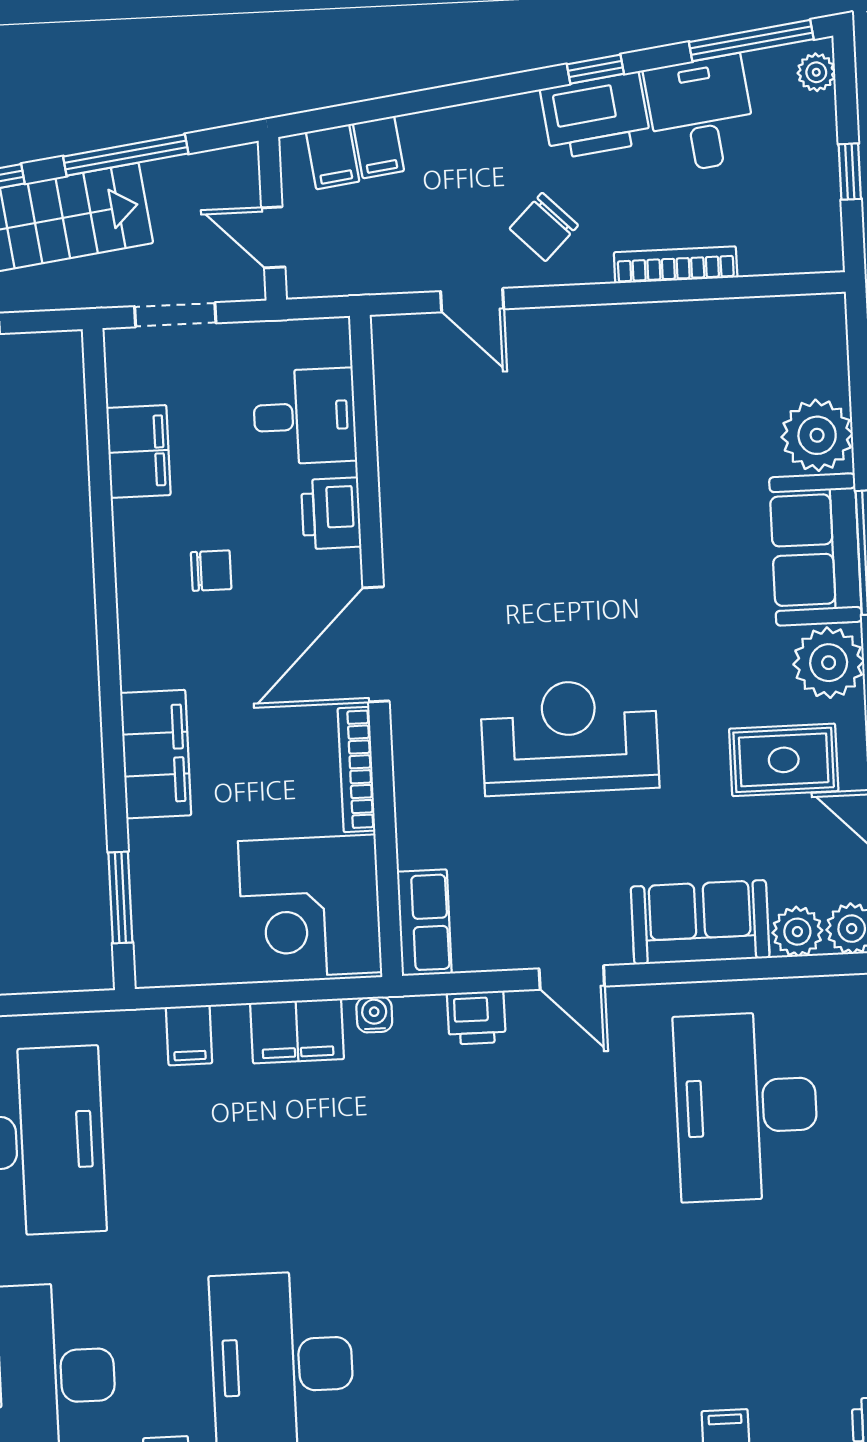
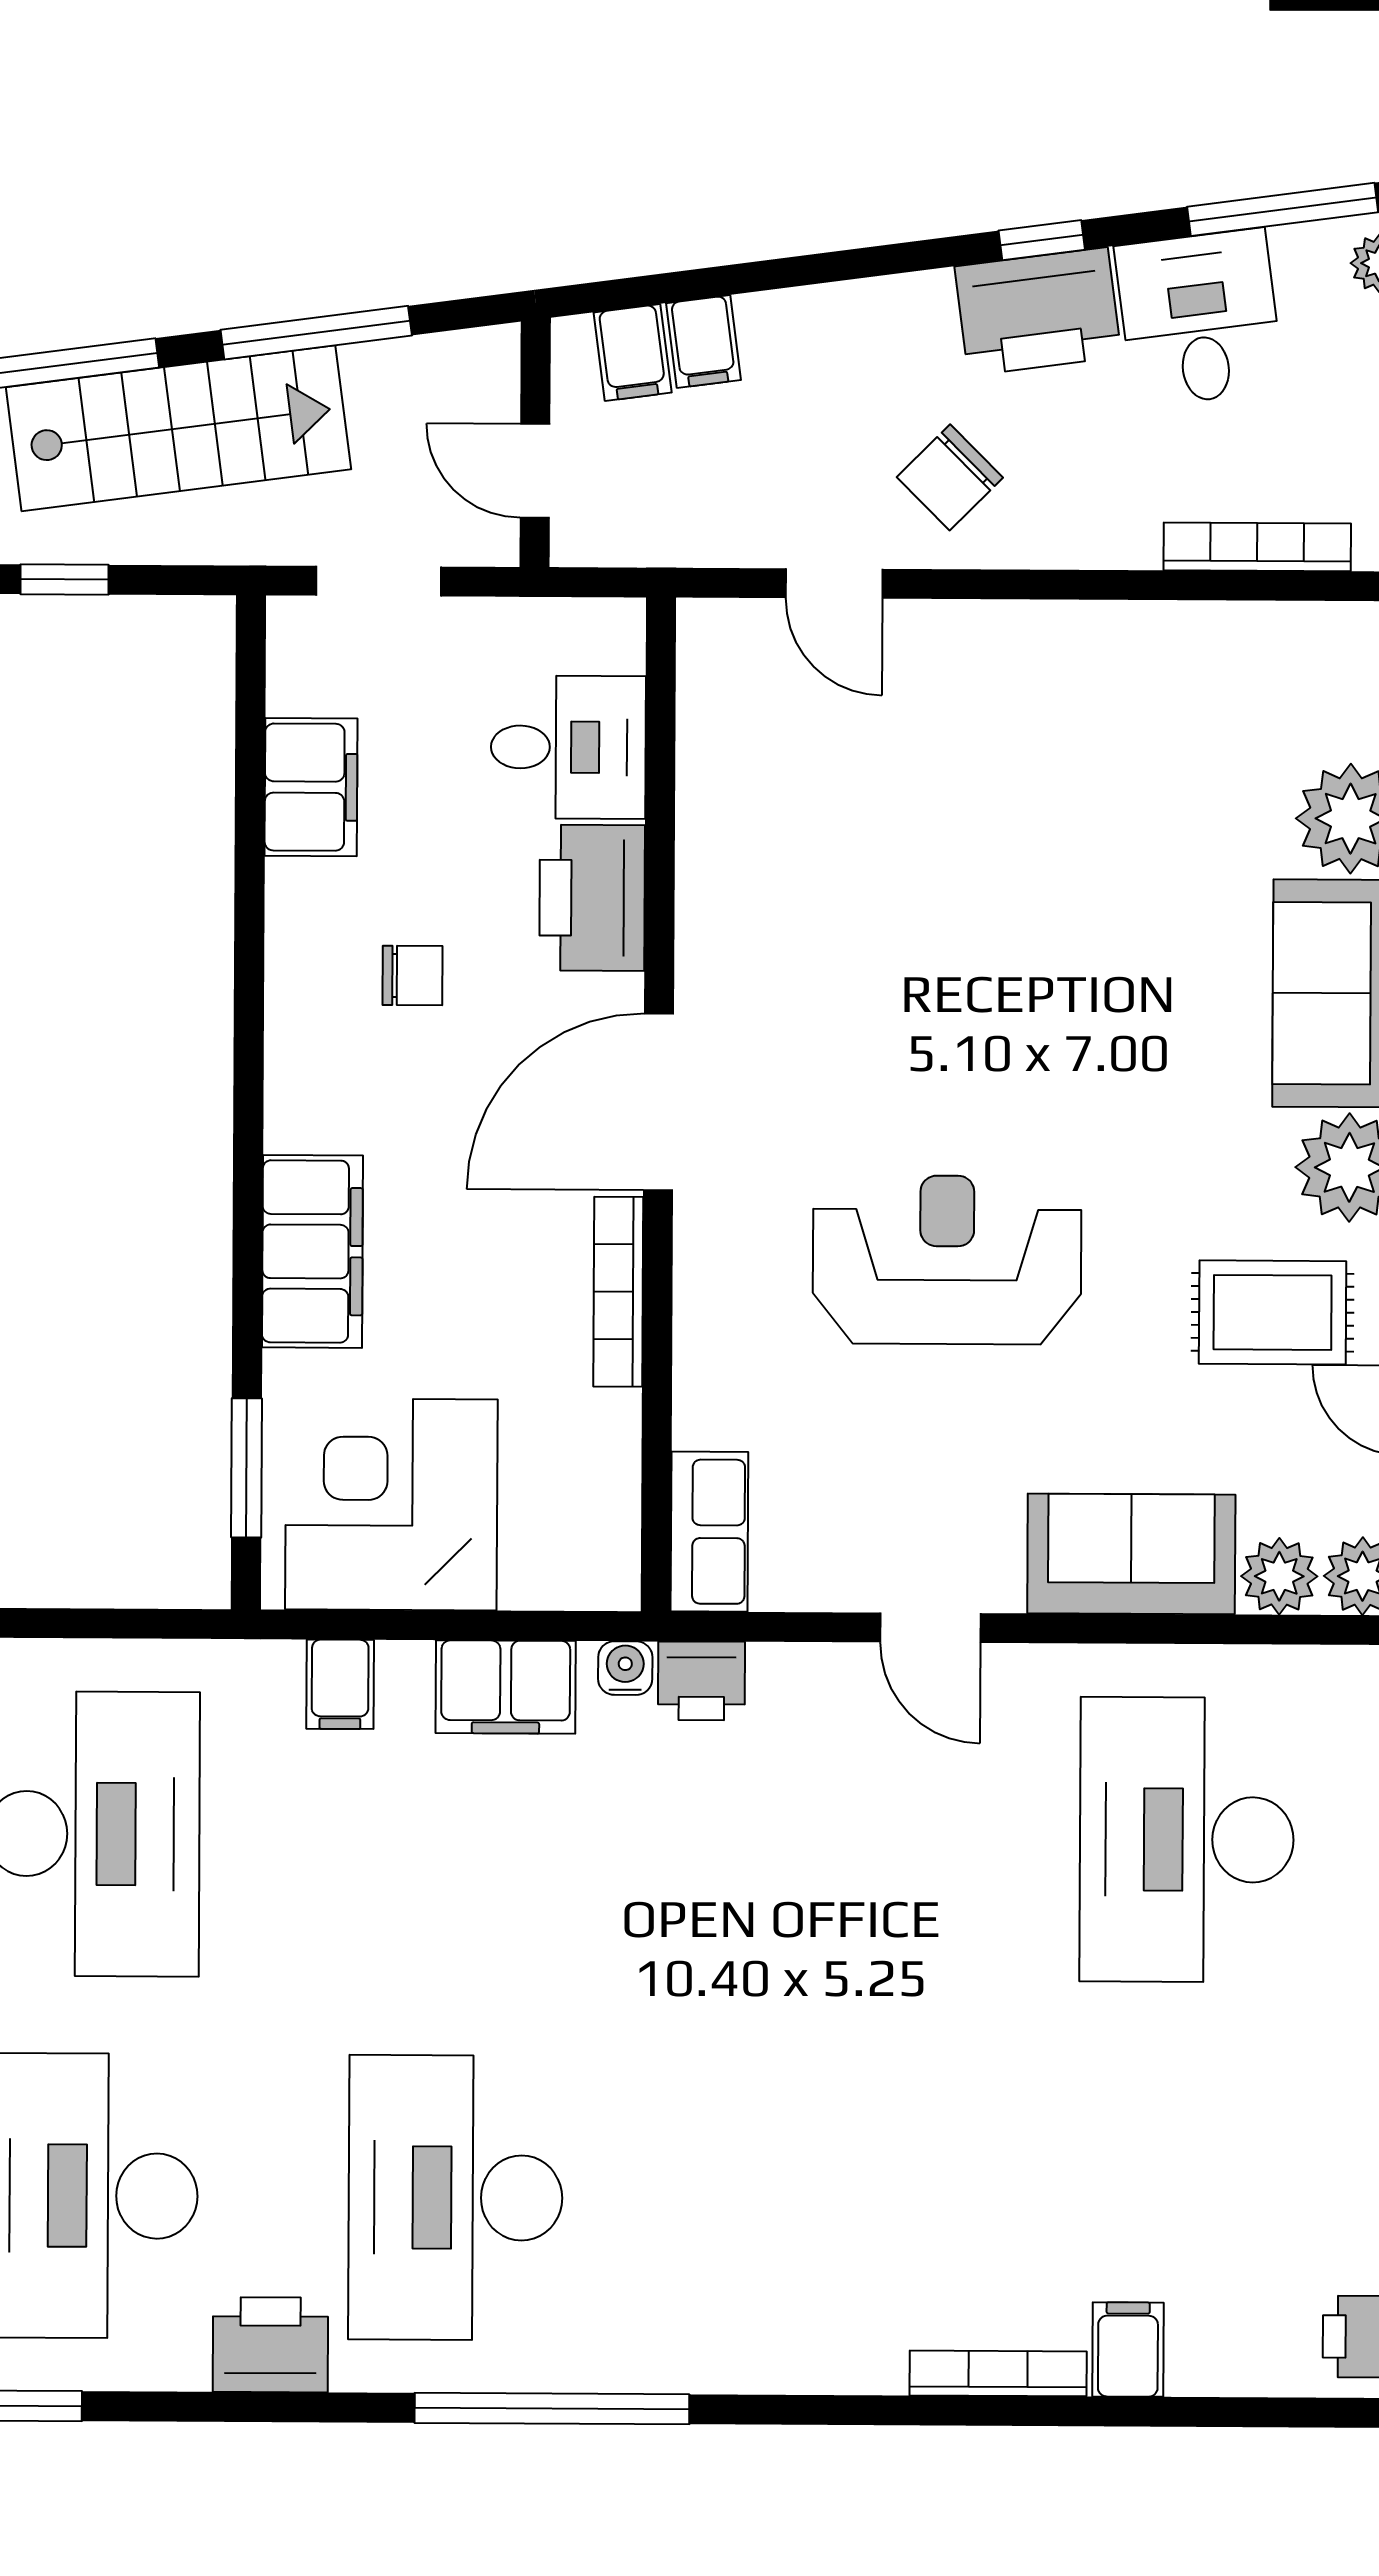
bookcase: (676, 265) -> (1257, 547), moved
printer: (331, 513) -> (592, 898), width x1.37, depth x1.19
corner desk: (310, 907) -> (391, 1504), moved, turned 90
printer: (476, 1018) -> (701, 1681), moved

